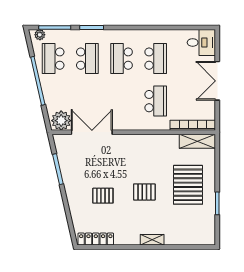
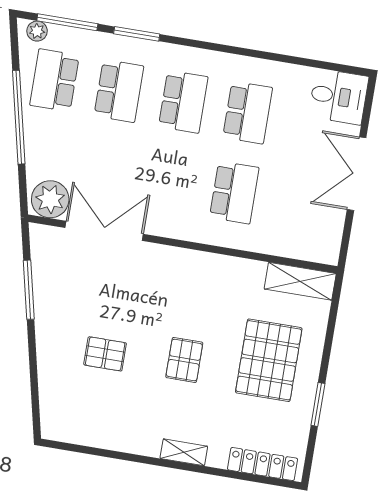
school desk: (122, 59) -> (183, 102), turned 180
bookcase: (193, 125) -> (296, 249), removed
pallet: (144, 192) -> (184, 360), turned 90
locker: (96, 239) -> (263, 464), moved

